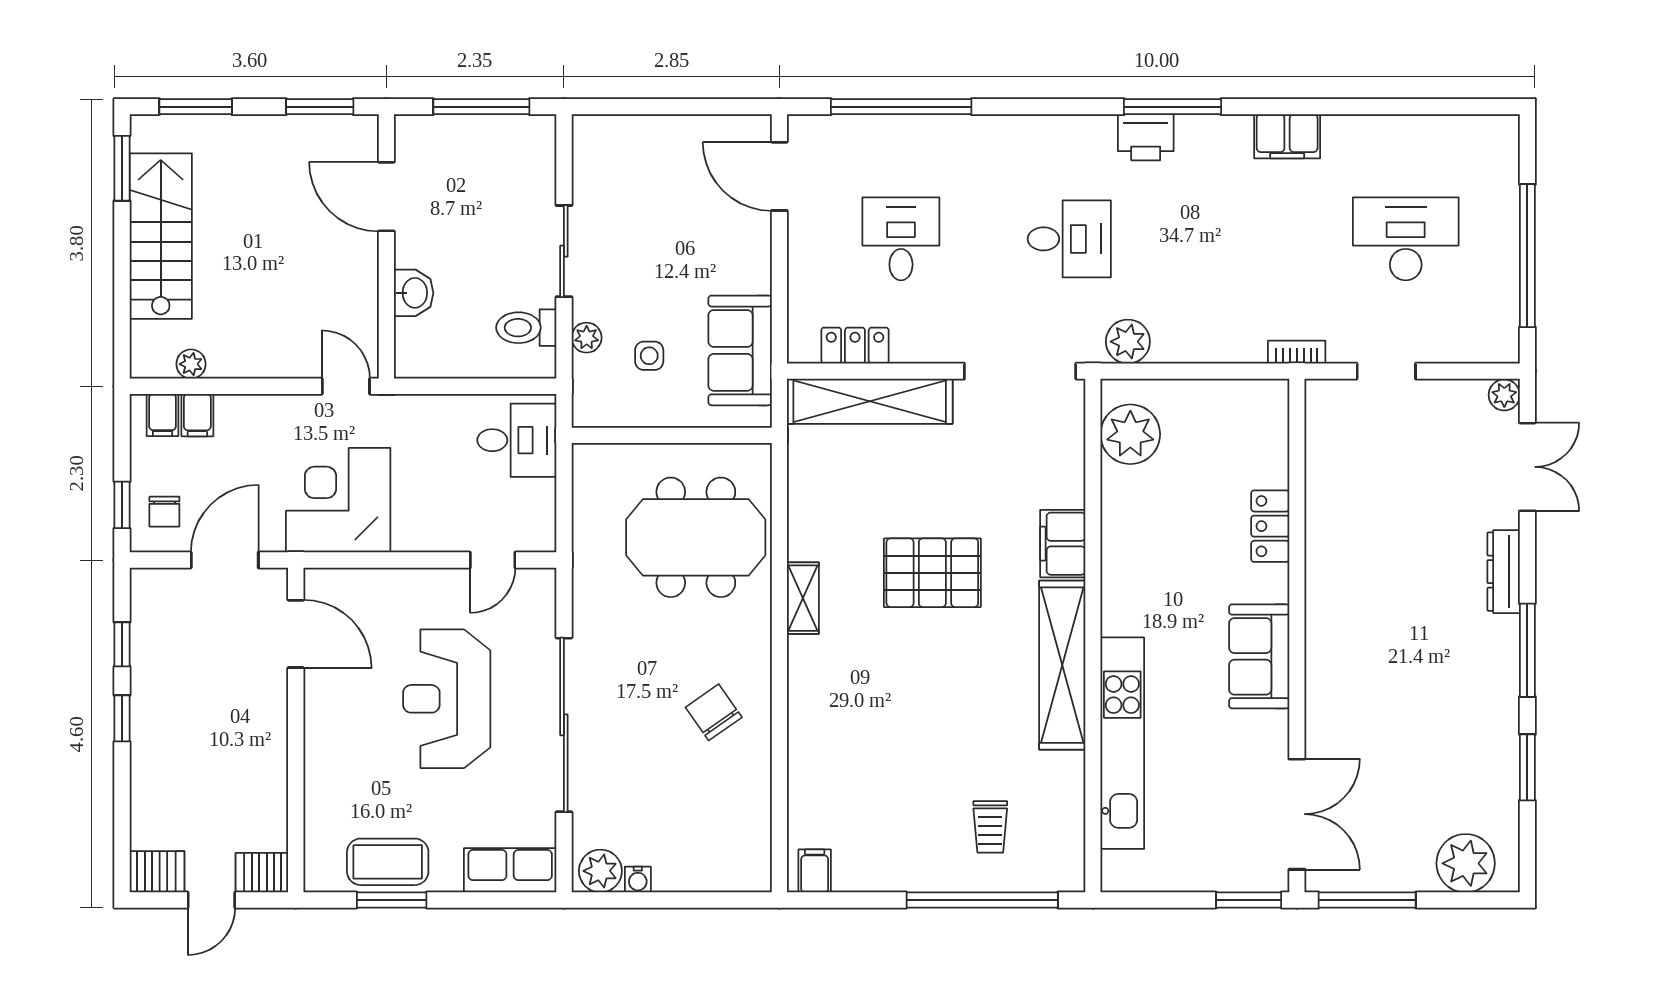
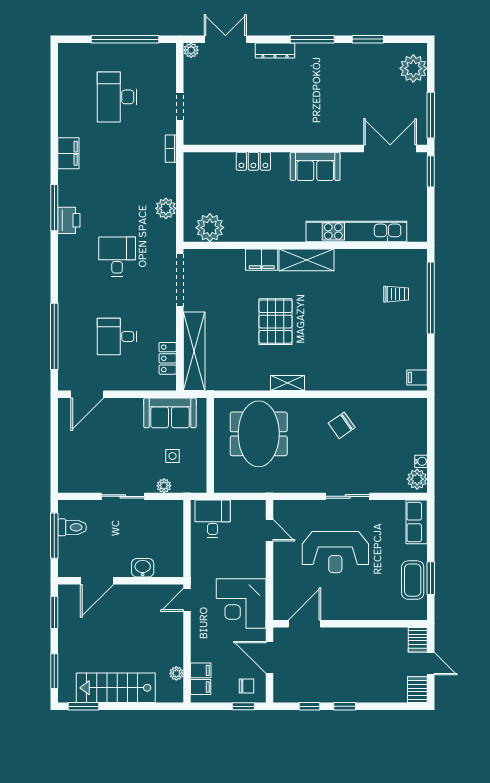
toilet: (526, 328) -> (72, 527), moved, turned -90
plant: (1128, 342) -> (166, 208), moved
shelving: (1062, 665) -> (307, 260), width x0.68
sliding door: (564, 725) -> (348, 496), width x0.54

